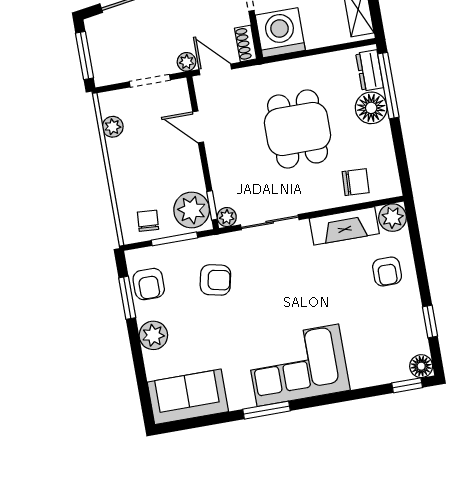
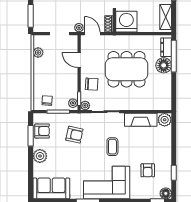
dining table: (298, 129) -> (127, 69), width x1.38
chair: (356, 182) -> (92, 84), moved
plant: (192, 210) -> (73, 103), width x0.53, depth x0.53
armchair: (387, 272) -> (148, 170), moved
armchair: (149, 284) -> (42, 131), turned -90
coffee table: (297, 291) -> (112, 147), added

